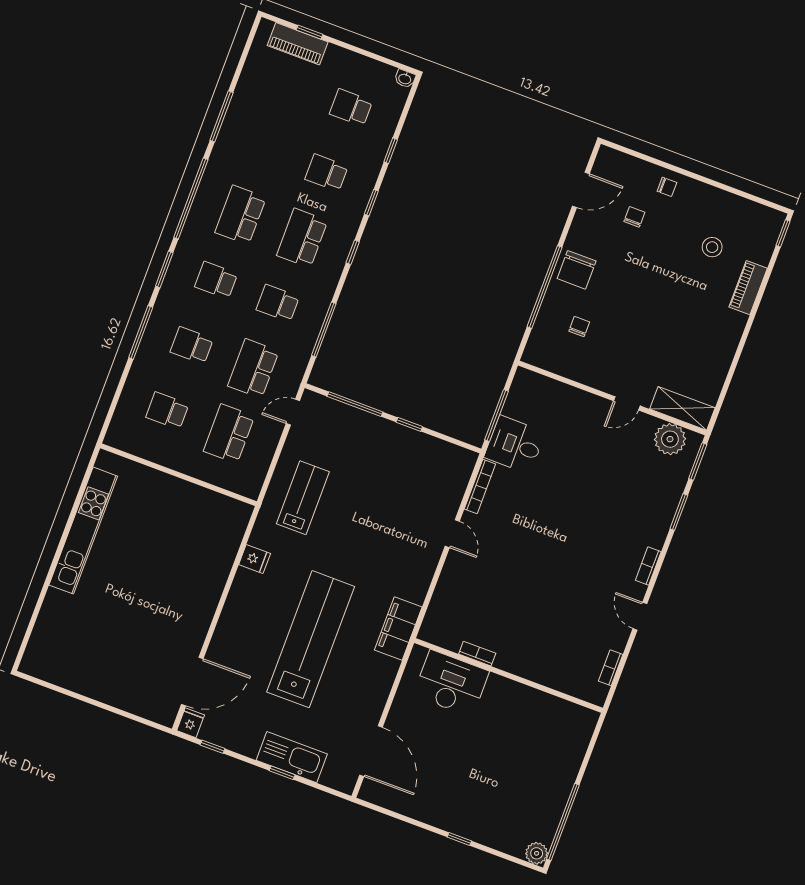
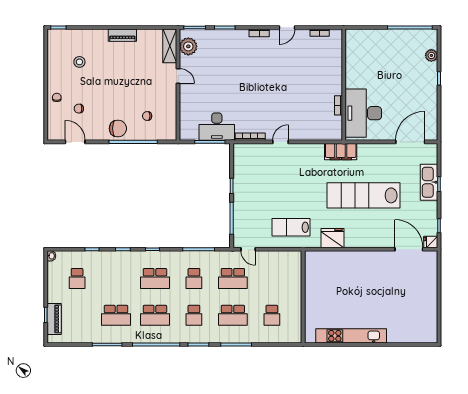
school desk: (327, 173) -> (116, 315), moved, width x1.85
piano: (748, 288) -> (122, 35), moved
school desk: (192, 345) -> (233, 315), width x1.85
school desk: (229, 434) -> (272, 278), removed
desk: (515, 445) -> (217, 127), width x1.37
fridge: (255, 559) -> (332, 238), width x1.88, depth x1.34
desk: (451, 683) -> (363, 113), width x1.36, depth x1.30
plant: (537, 853) -> (431, 55), moved

